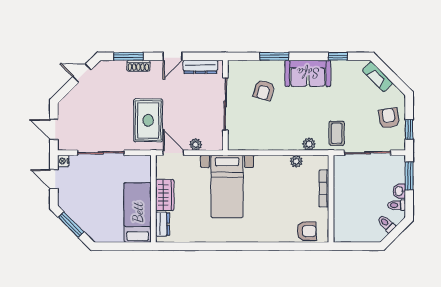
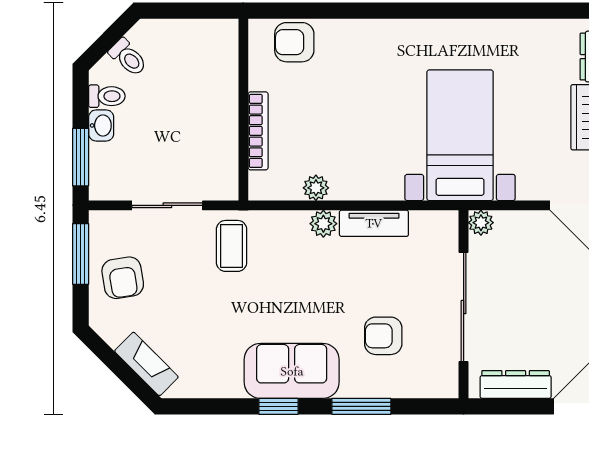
window: (338, 56) -> (278, 406), moved
armchair: (264, 90) -> (383, 336), turned -105
window: (409, 129) -> (81, 254), width x1.50
plant: (196, 144) -> (481, 223), moved
tv unit: (268, 144) -> (374, 223), added
plant: (309, 144) -> (323, 224), moved
sliding door: (367, 153) -> (167, 205), width x0.73

